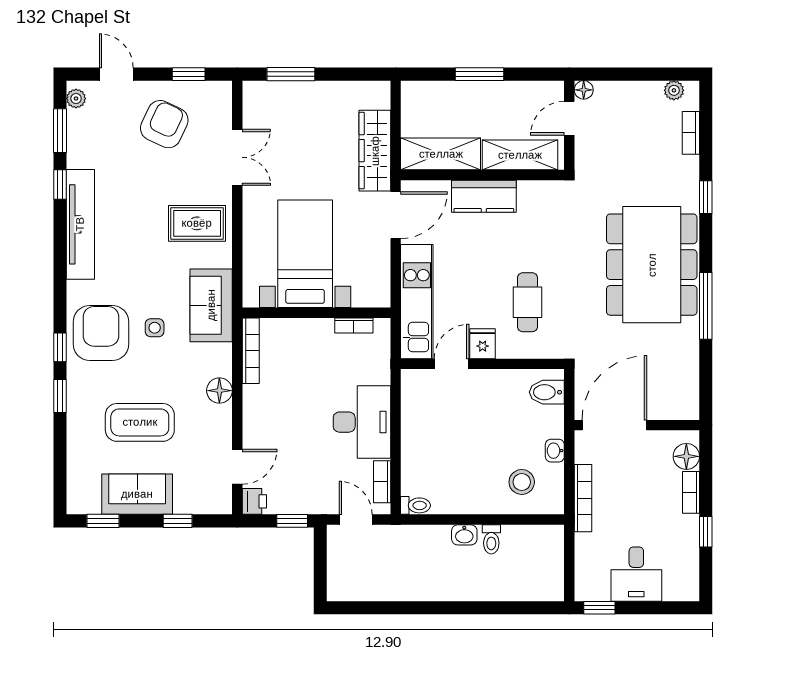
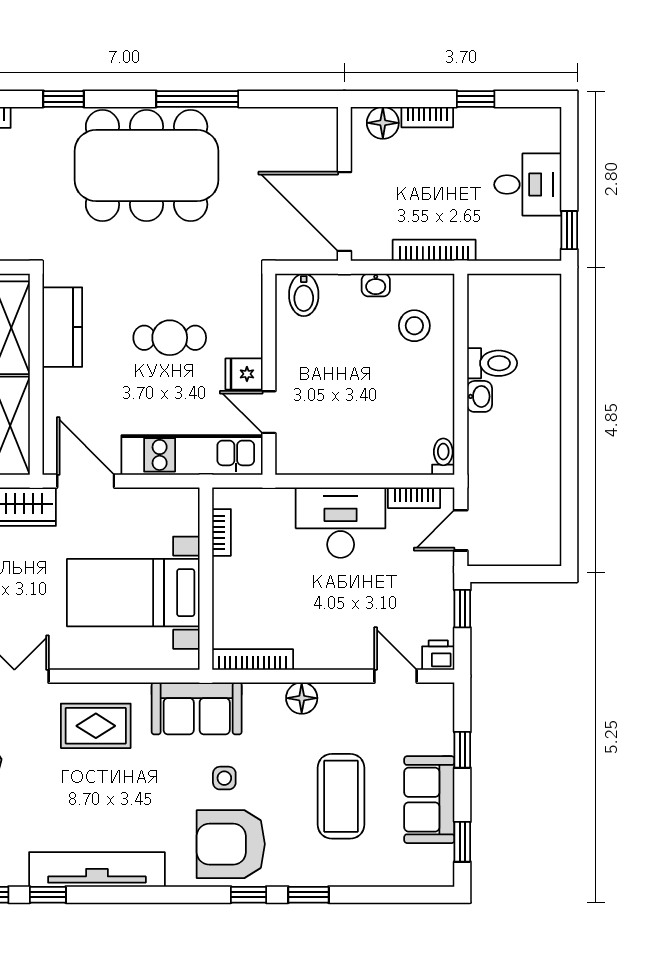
kitchen counter: (484, 196) -> (62, 327), moved
rug: (197, 223) -> (96, 726), turned 90
cafe table: (528, 302) -> (170, 338), moved
toilet: (491, 539) -> (492, 363), width x1.37, depth x1.39

